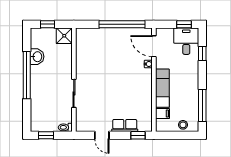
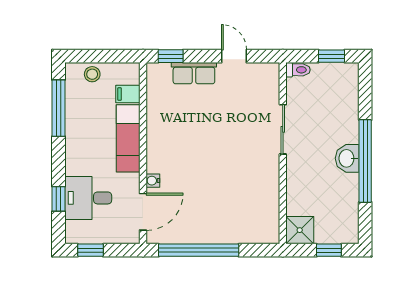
desk: (186, 41) -> (88, 198), moved, turned 90
door: (154, 46) -> (143, 212), hinge flipped
washbasin: (37, 57) -> (347, 158), moved

